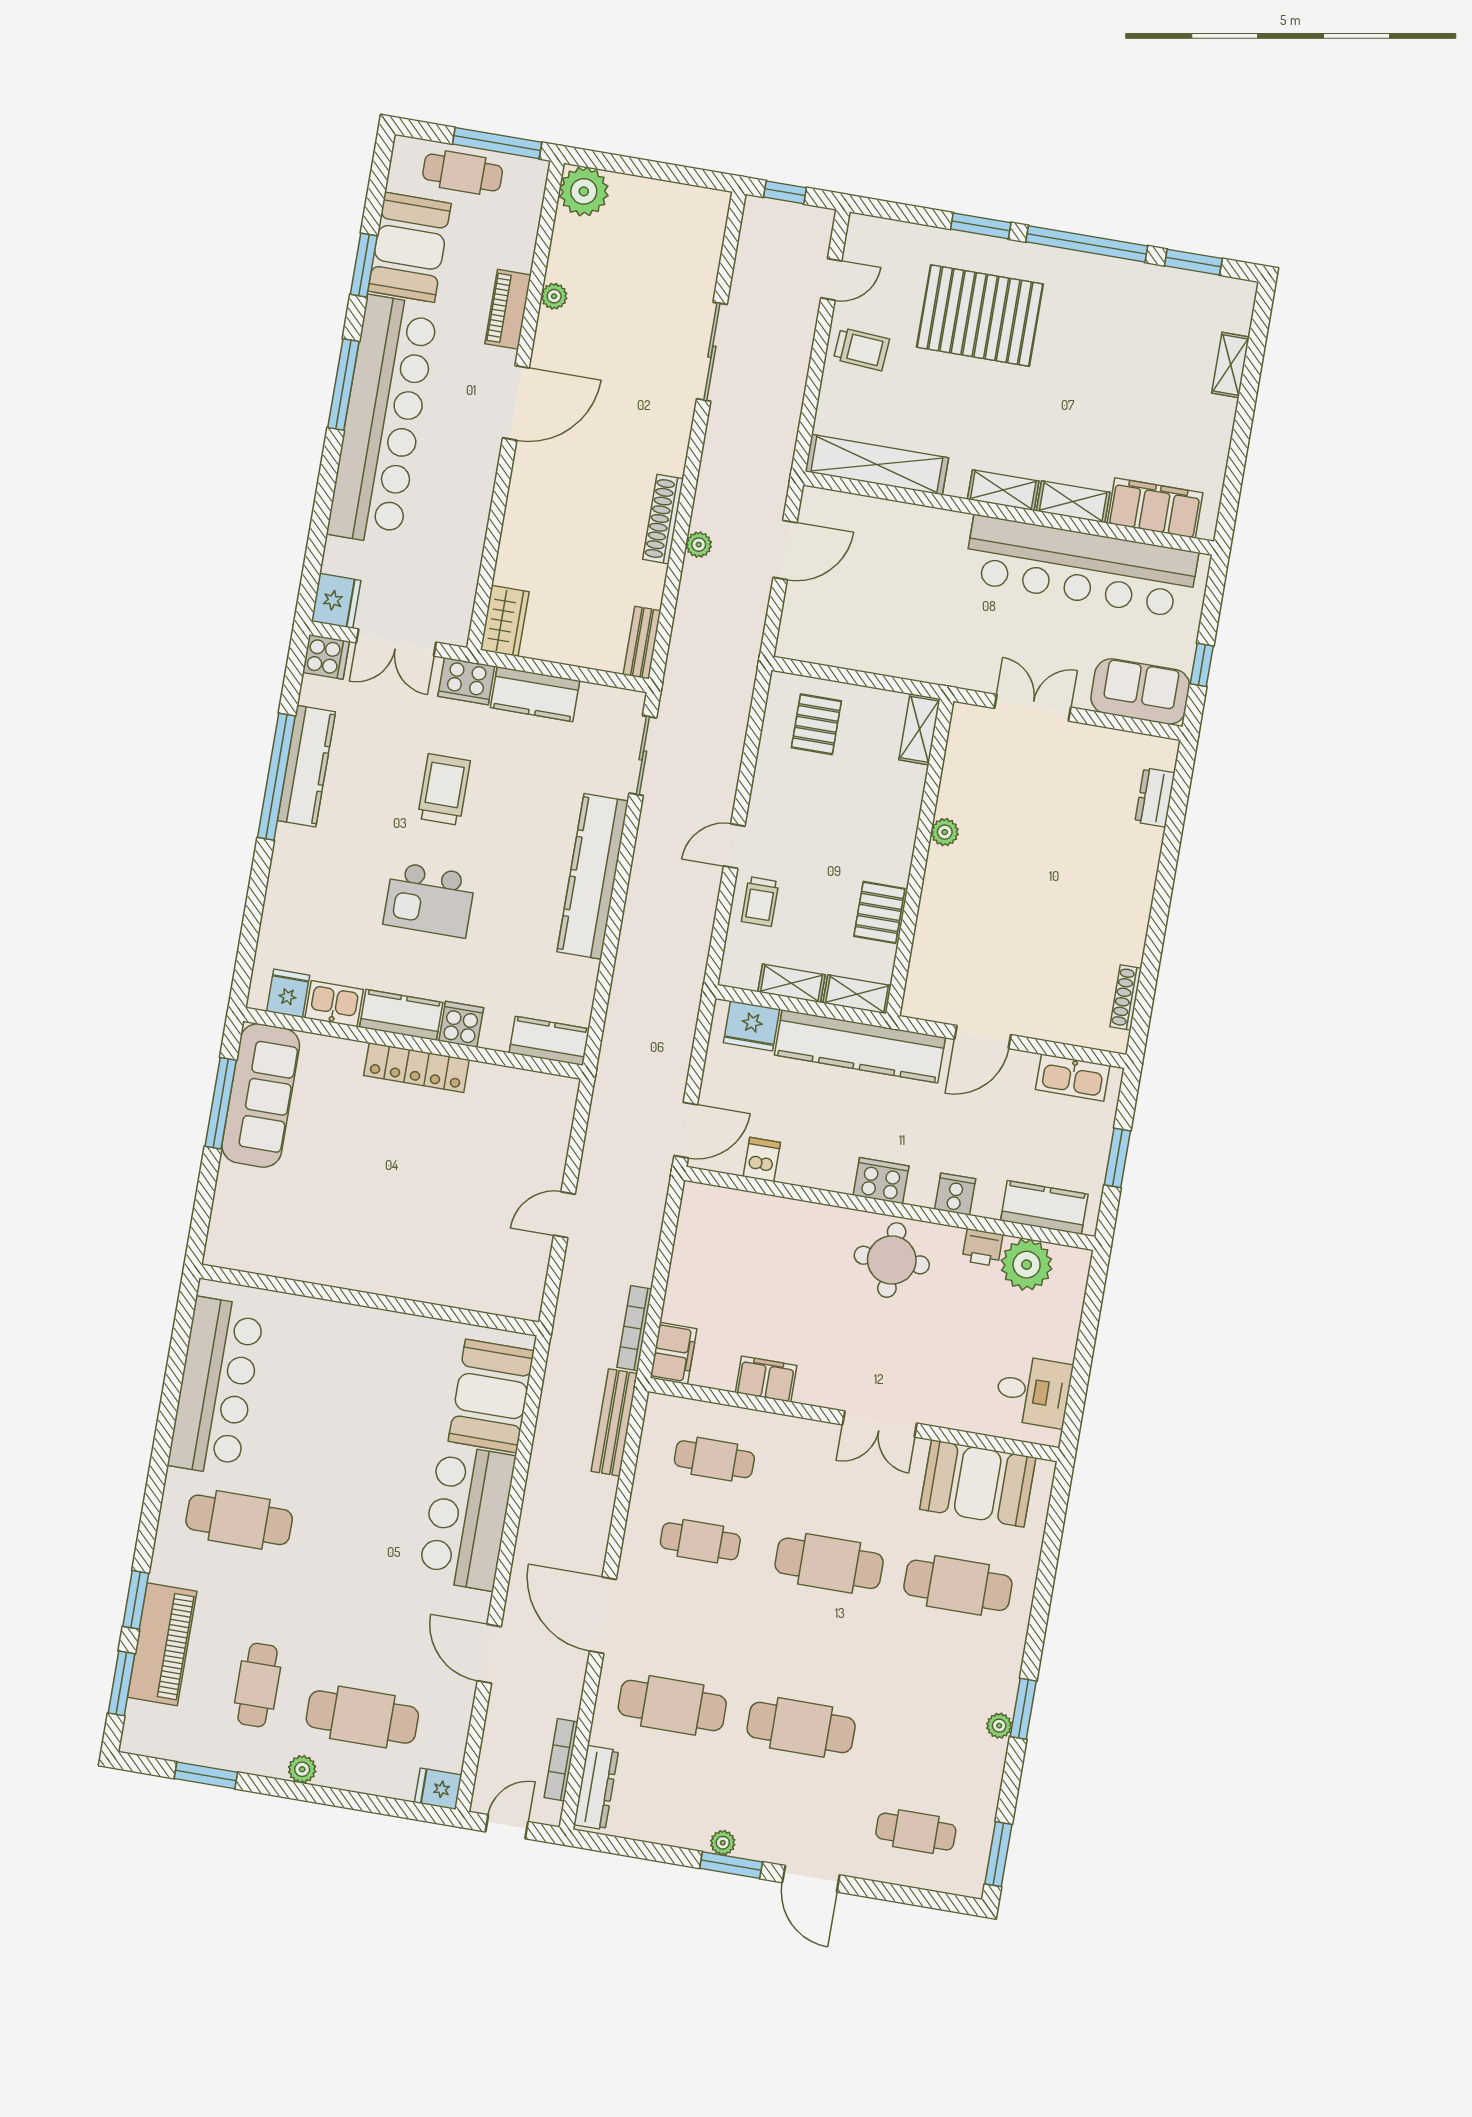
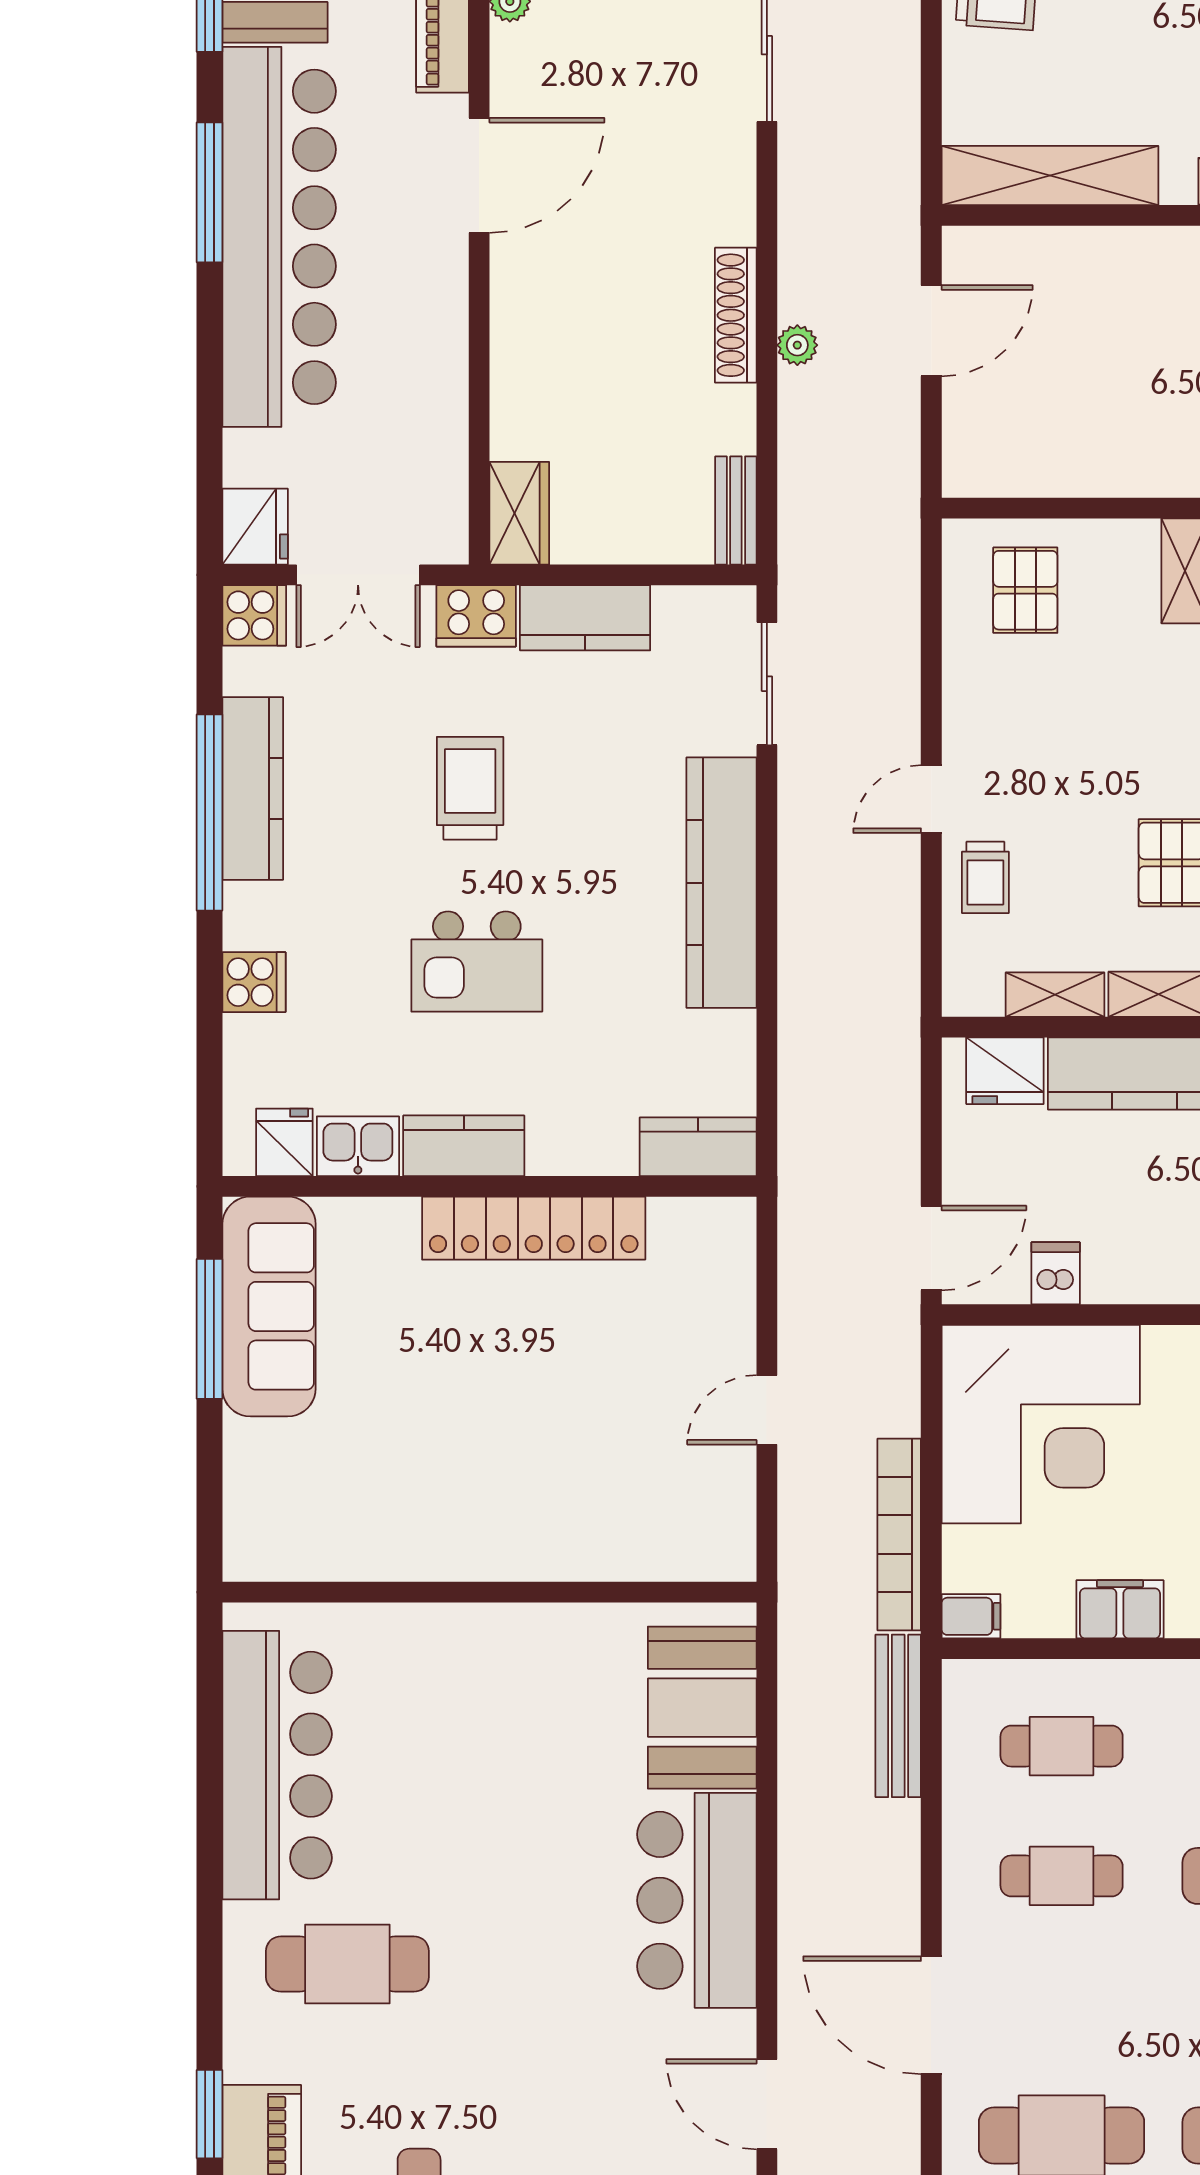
cooker: (461, 1024) -> (254, 982), moved, turned 90
locker: (416, 1068) -> (534, 1228), width x1.41, depth x1.21
corner desk: (736, 1253) -> (1041, 1424), added
bookcase: (634, 1328) -> (899, 1535), width x1.48, depth x1.31
filing cabinet: (673, 1353) -> (971, 1616), width x0.50

